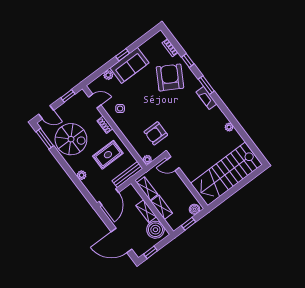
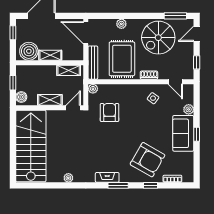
door: (95, 101) -> (175, 82), hinge flipped
rug: (108, 155) -> (122, 59), width x1.36, depth x1.43
shelving: (162, 207) -> (50, 100), moved

